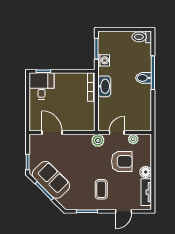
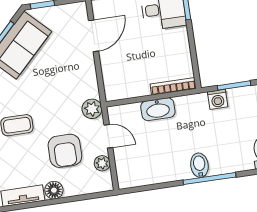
washbasin: (104, 86) -> (158, 109), moved

